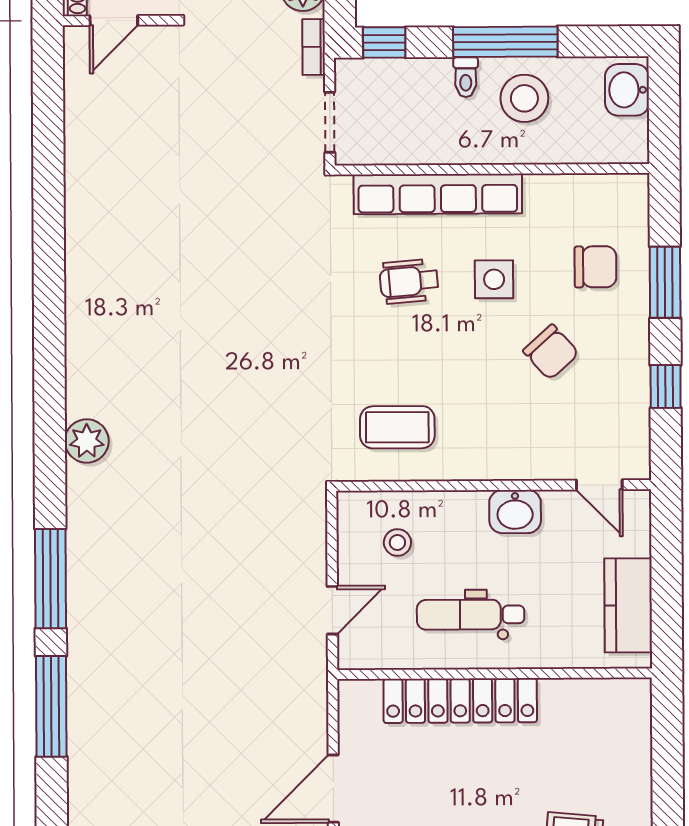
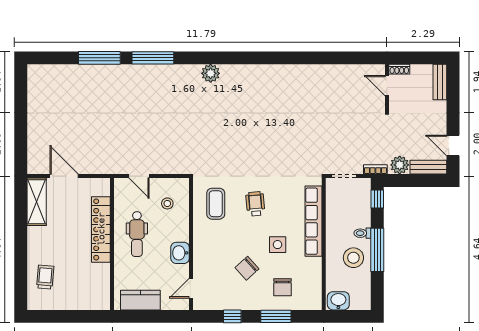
washbasin: (627, 90) -> (338, 301), moved
wheelchair: (409, 281) -> (255, 204), moved
dental chair: (471, 615) -> (137, 234), turned 180

